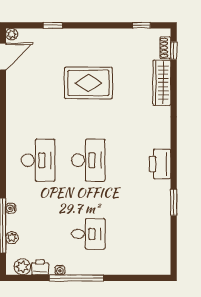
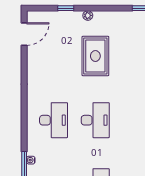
plant: (12, 34) -> (88, 15), moved
rug: (88, 83) -> (95, 56), turned 90

